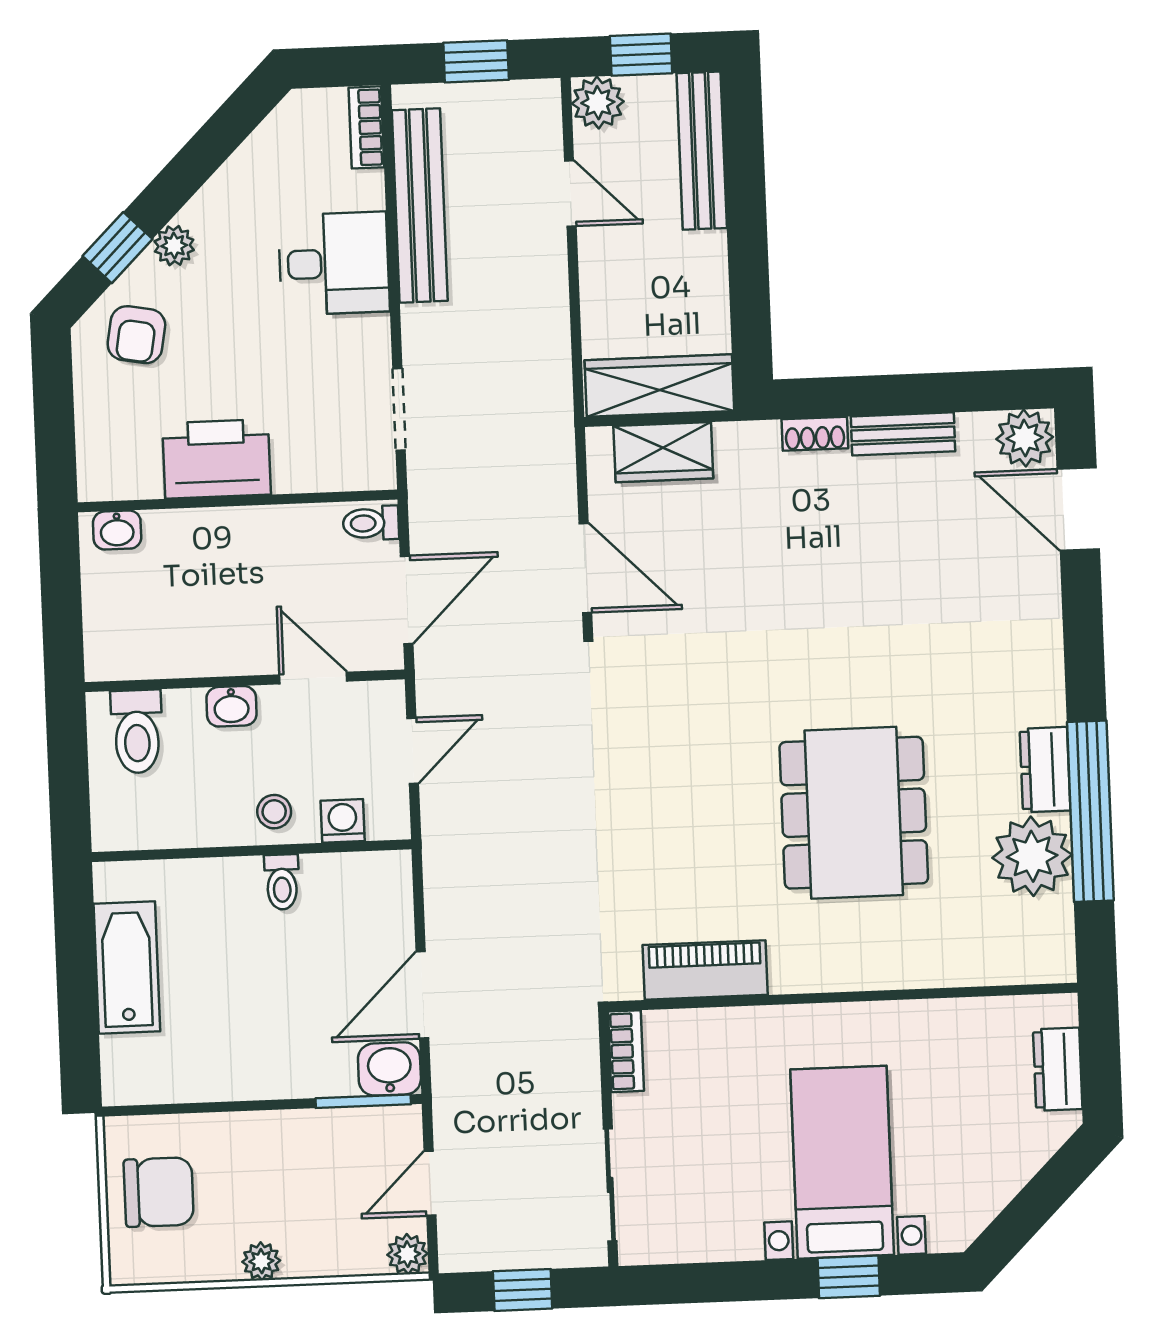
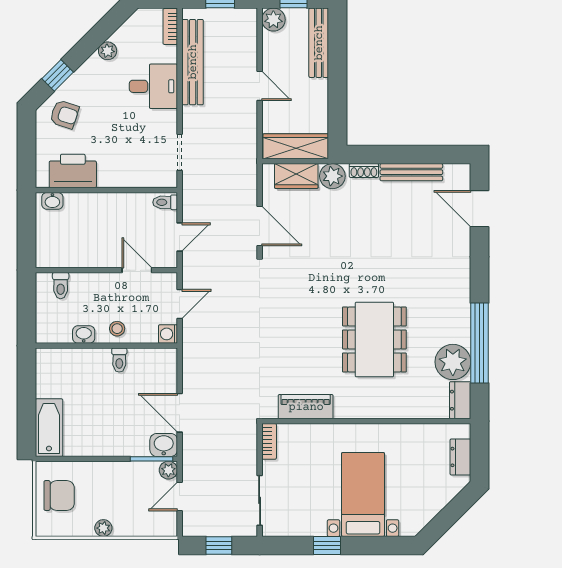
door: (570, 193) -> (260, 86), moved
plant: (174, 246) -> (108, 51), moved
armchair: (136, 335) -> (64, 114), turned -82
bench: (903, 434) -> (411, 172), width x1.36
plant: (1025, 438) -> (332, 176), moved
printer: (217, 459) -> (73, 171), moved
door: (407, 600) -> (180, 237), width x0.73
washbasin: (231, 706) -> (84, 334), moved, turned 180
toilet: (137, 732) -> (61, 286), width x0.73, depth x0.72
dresser: (1045, 770) -> (460, 400), moved
washing machine: (343, 821) -> (168, 334), moved, turned -90
bathtub: (127, 968) -> (49, 428), moved
door: (422, 995) -> (180, 413), hinge flipped
plant: (407, 1254) -> (168, 470), moved
window: (849, 1277) -> (327, 545), moved

